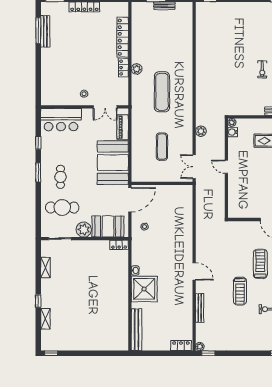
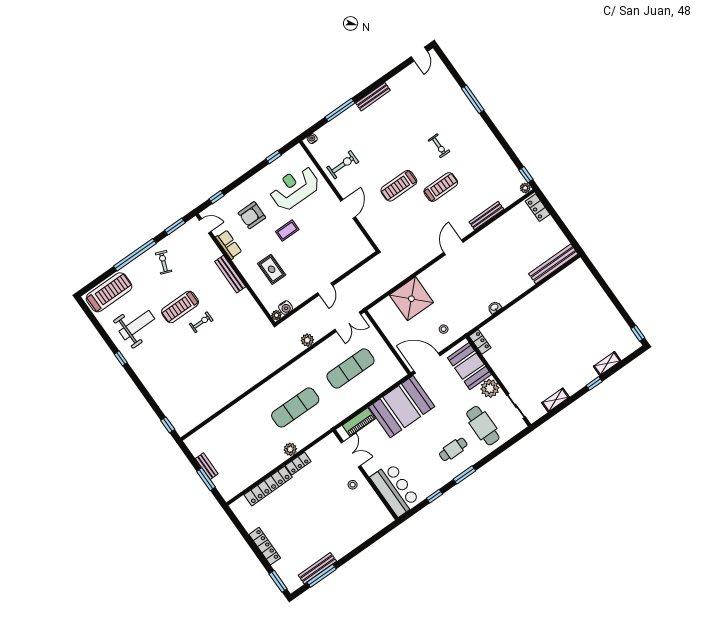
exercise mat: (162, 147) -> (351, 368), width x1.36, depth x1.45
shower: (144, 289) -> (411, 299), moved

